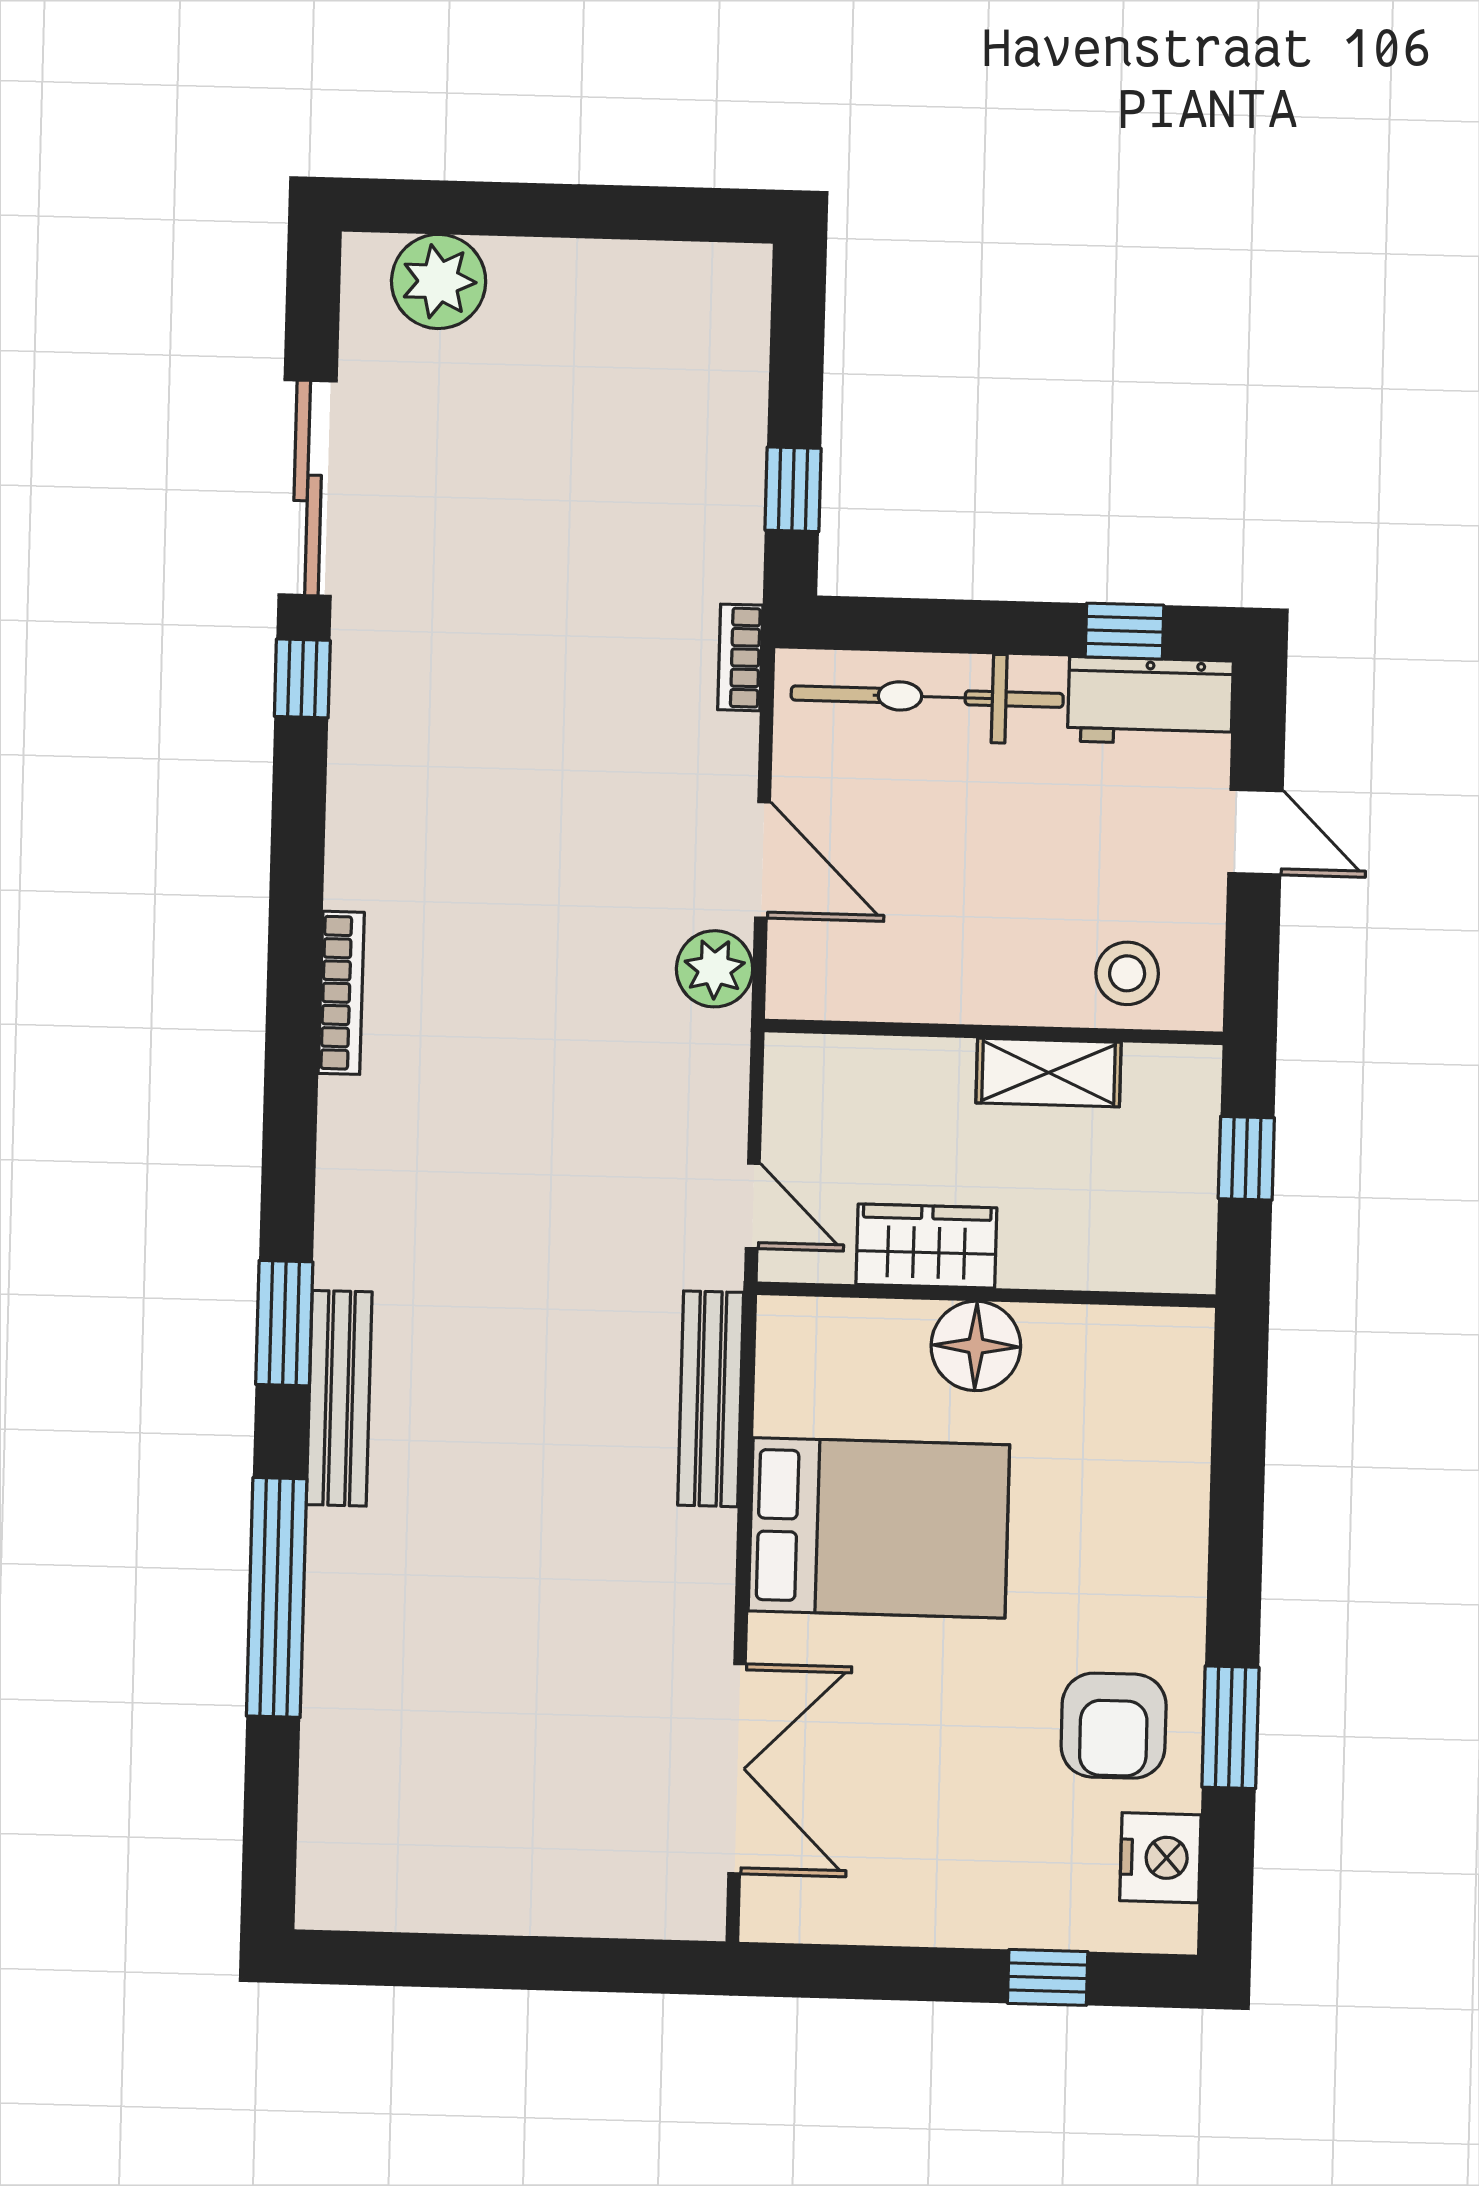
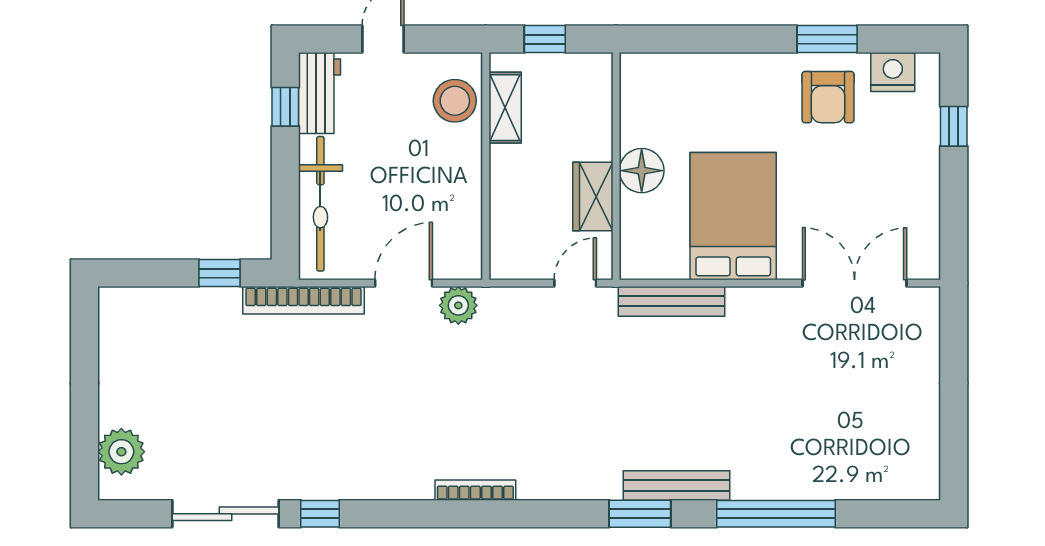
bookcase: (740, 657) -> (304, 300), width x2.31, depth x1.31
stool: (1127, 973) -> (455, 101), width x1.38, depth x1.38
shelving: (1049, 1073) -> (505, 108), moved
armchair: (1114, 1726) -> (828, 97), turned 90

